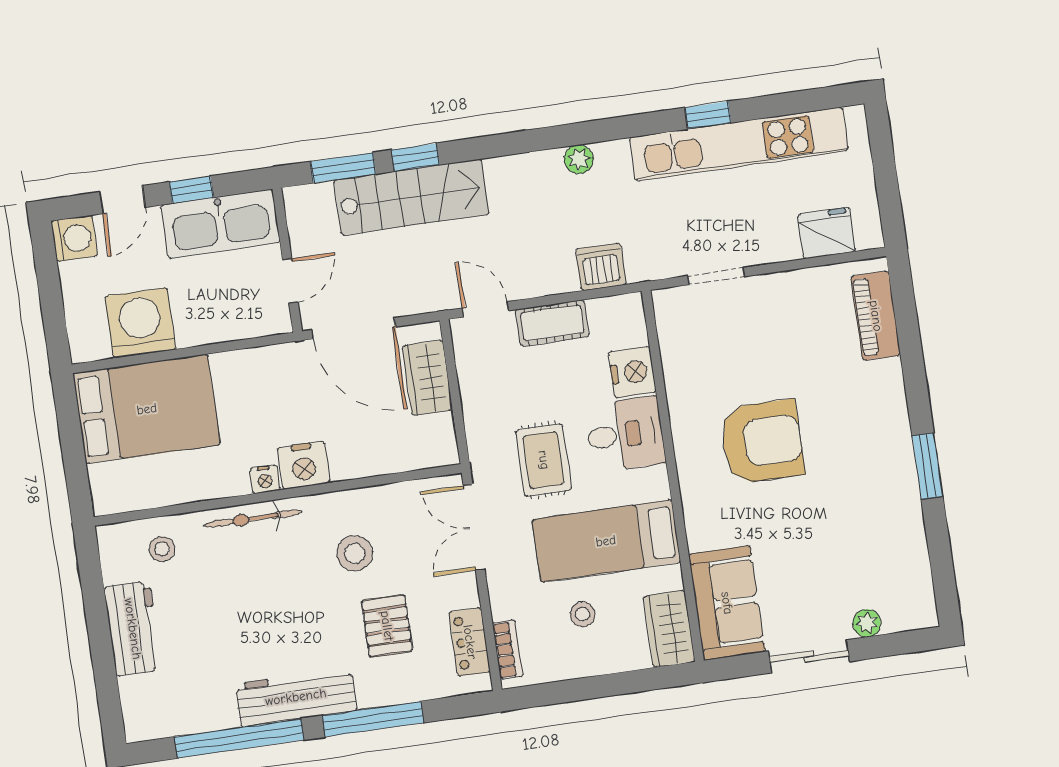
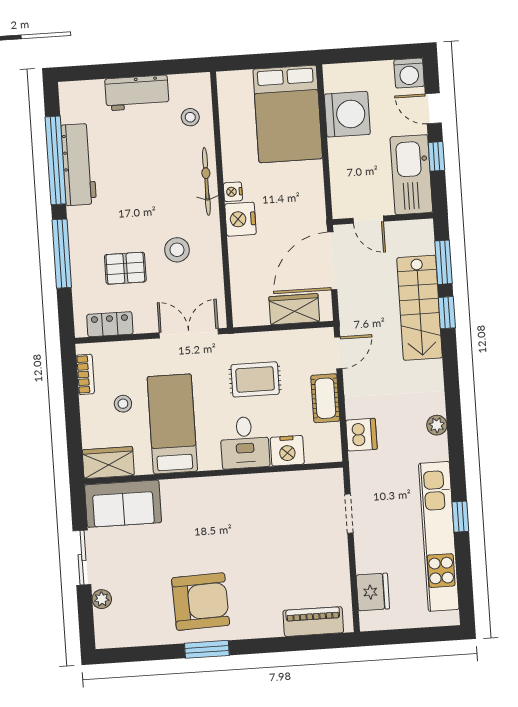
armchair: (762, 442) -> (201, 602), moved, turned -92
rug: (544, 460) -> (255, 379), moved
bookcase: (508, 650) -> (85, 374), moved, turned -90
workbench: (296, 697) -> (79, 164), moved

